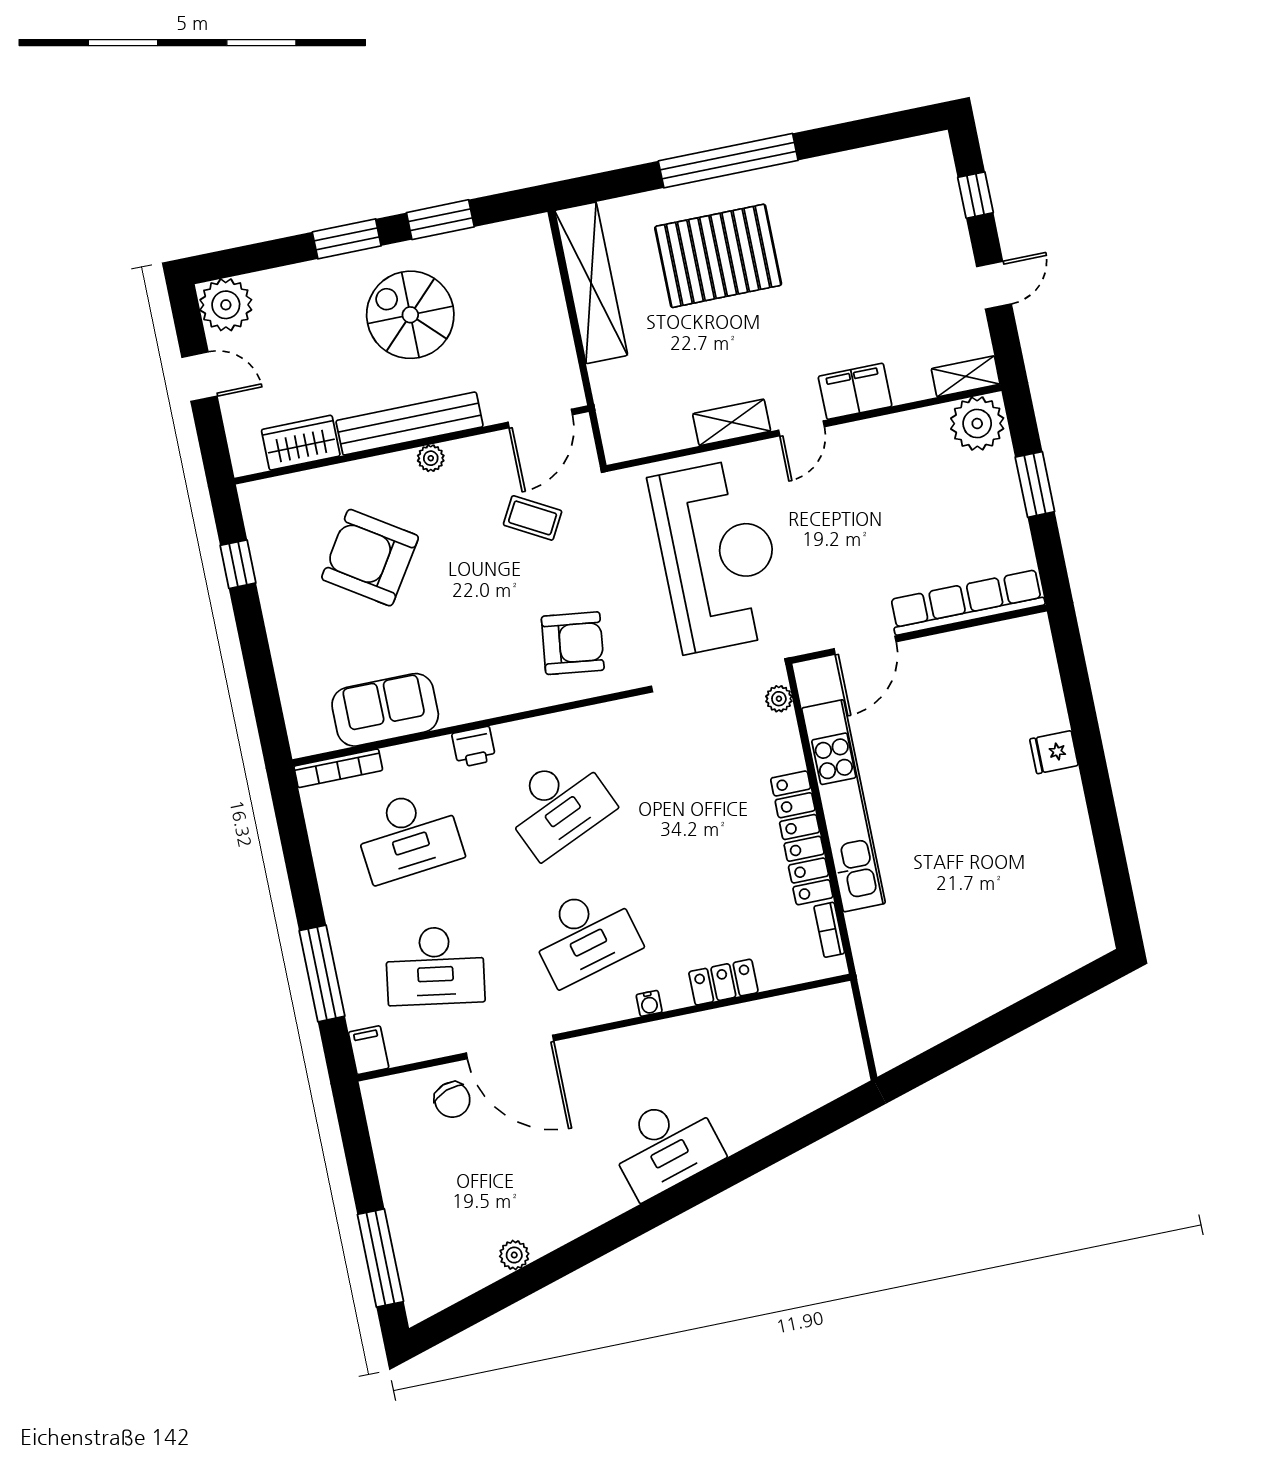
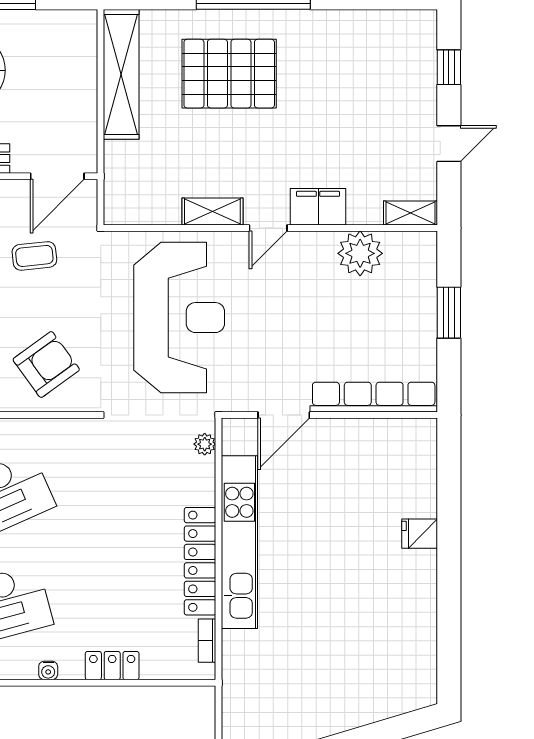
plant: (977, 423) -> (360, 253), moved
coffee table: (533, 518) -> (34, 256), turned -35
armchair: (573, 643) -> (46, 365), turned -43

